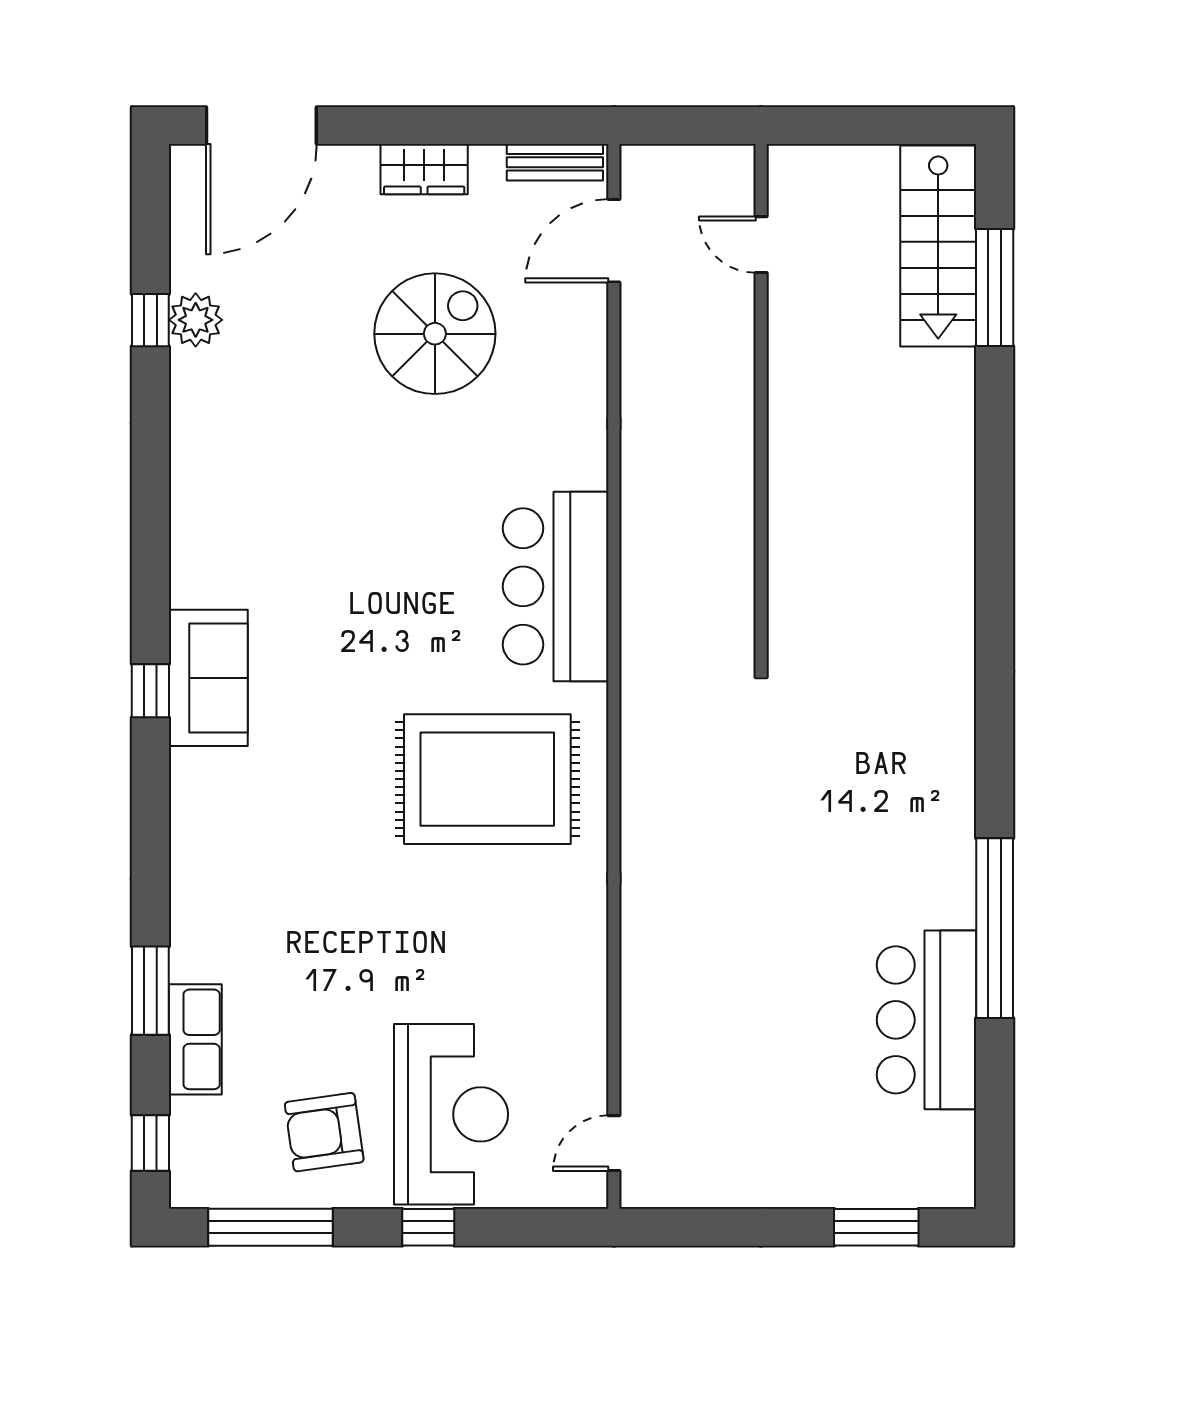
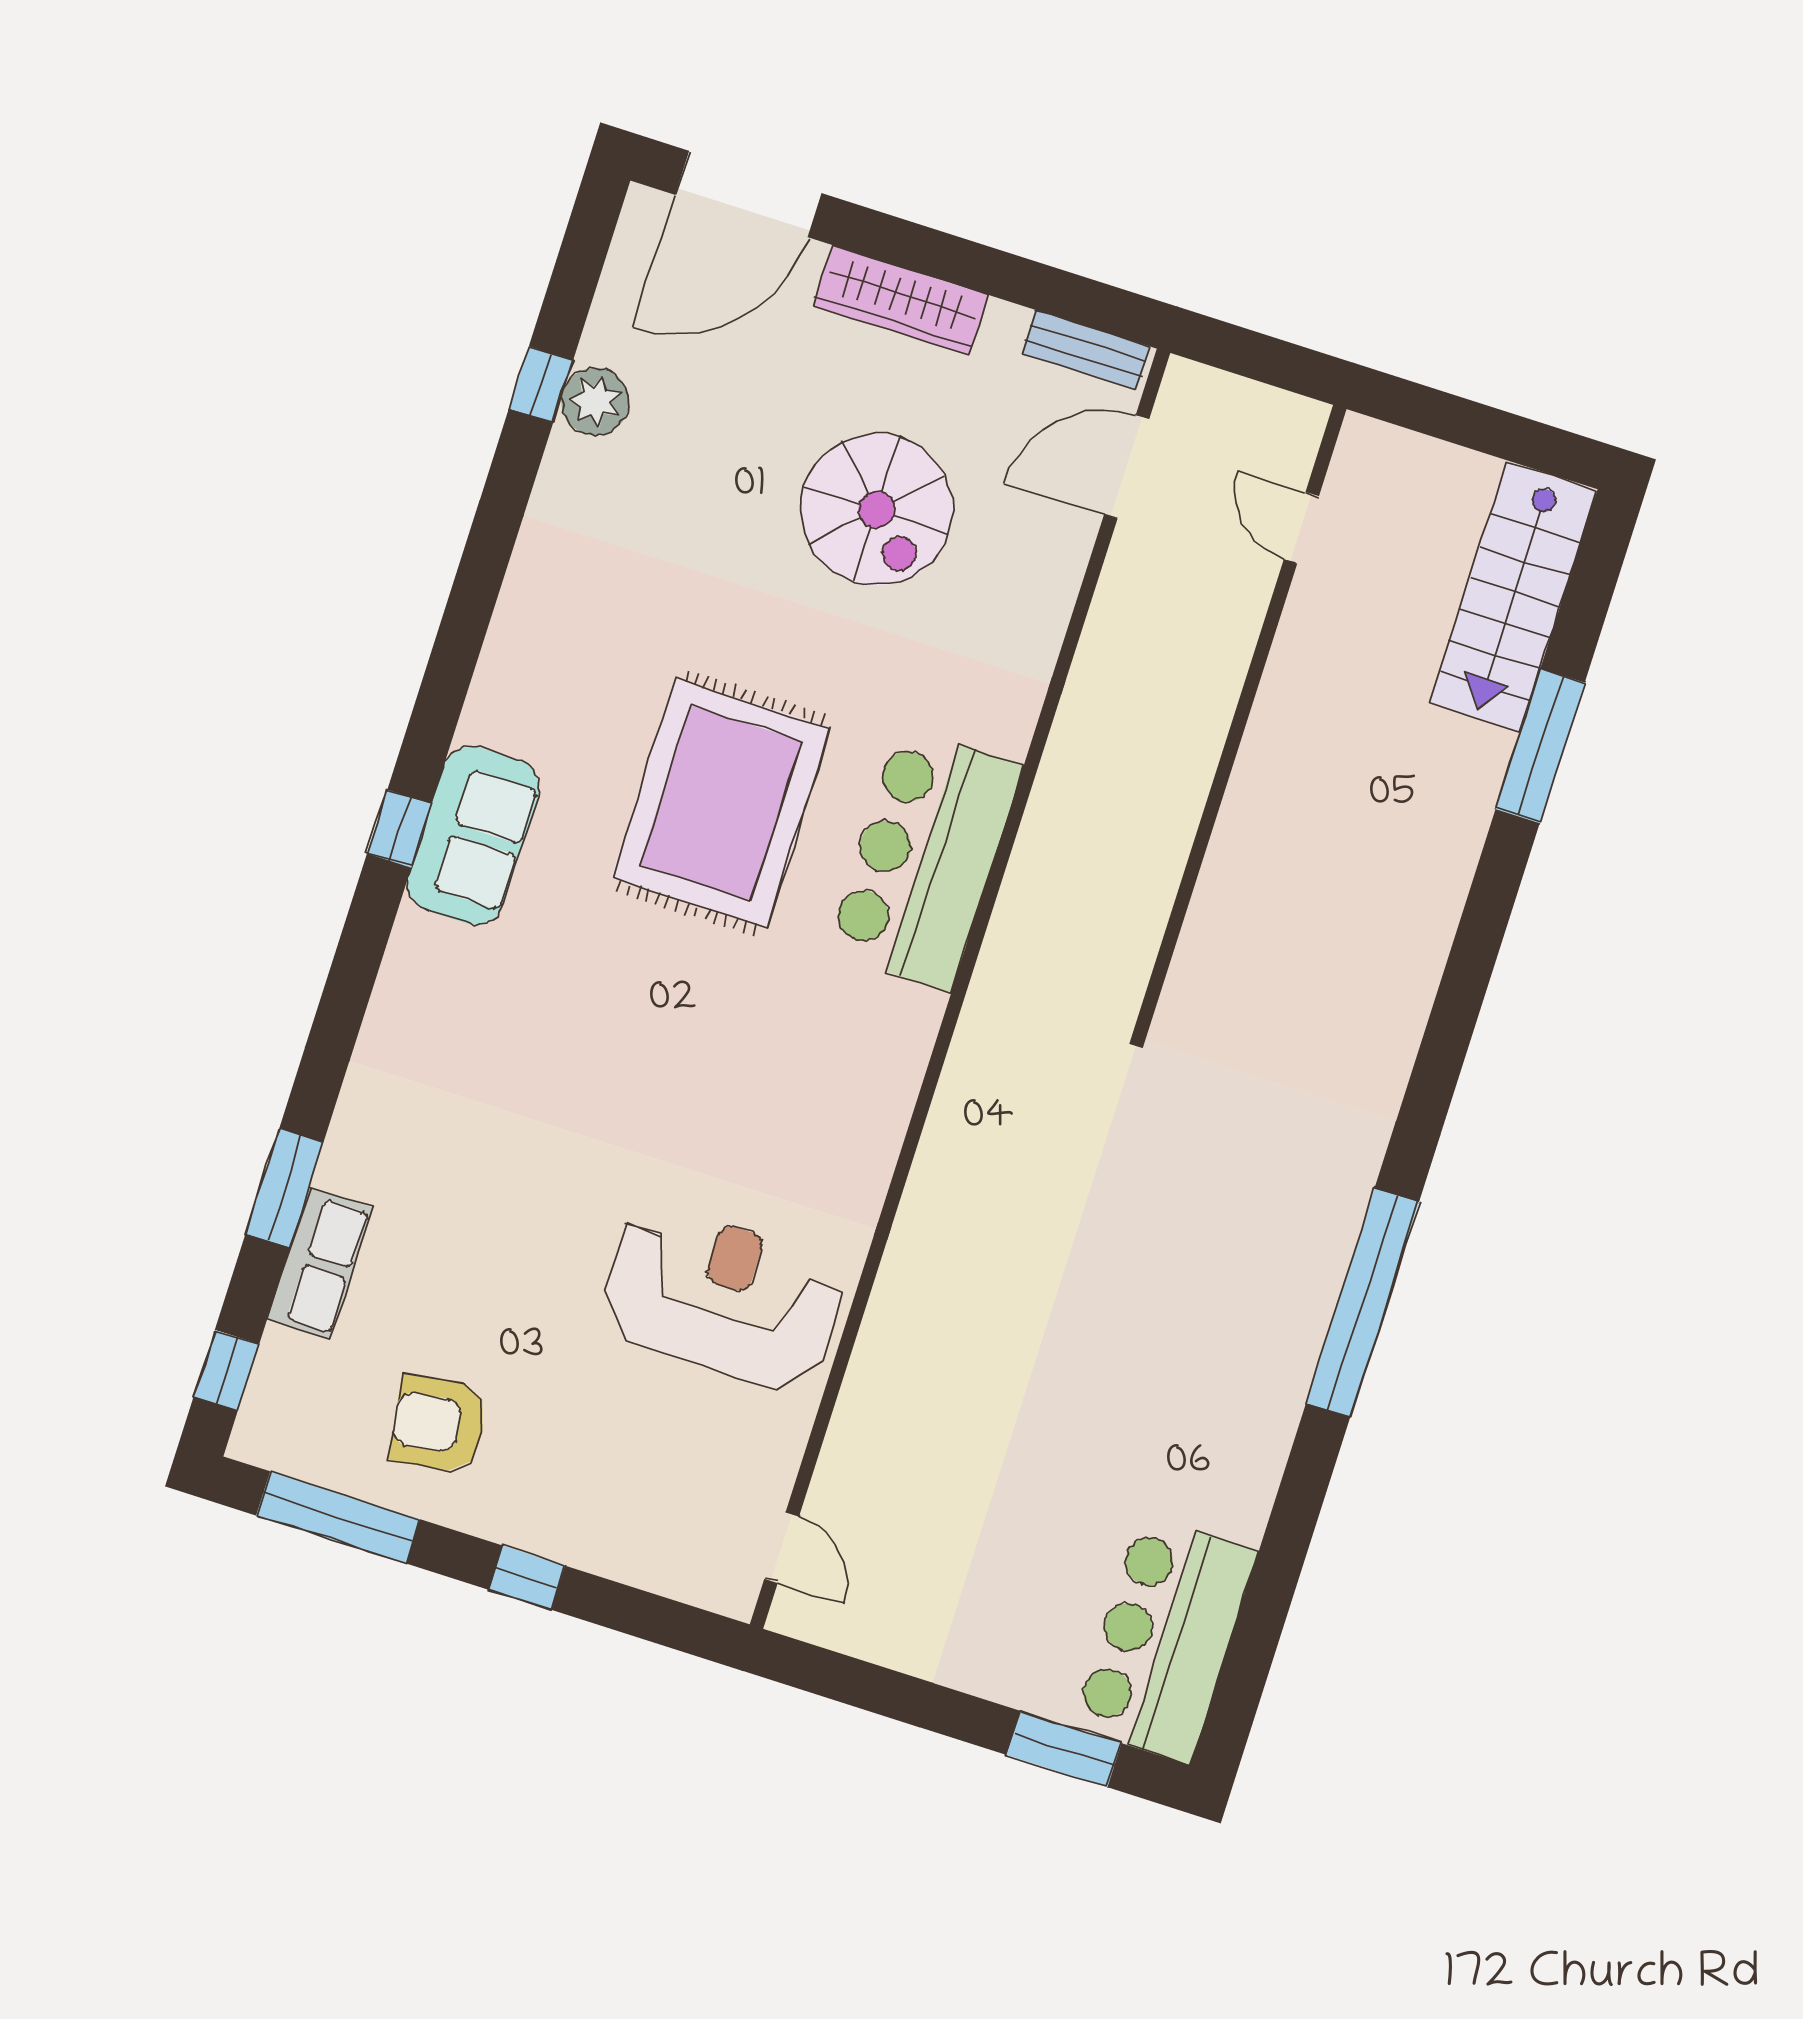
wardrobe: (424, 169) -> (901, 300), width x1.50
window: (995, 288) -> (1540, 746), moved
spiral stairs: (435, 334) -> (877, 510), turned 90
rug: (487, 779) -> (721, 803), moved, turned 90
window: (995, 928) -> (1362, 1303), moved
bar counter: (927, 1020) -> (1165, 1639), moved
reception desk: (451, 1114) -> (722, 1298), moved, turned -90
door: (614, 1143) -> (782, 1548), swing flipped

